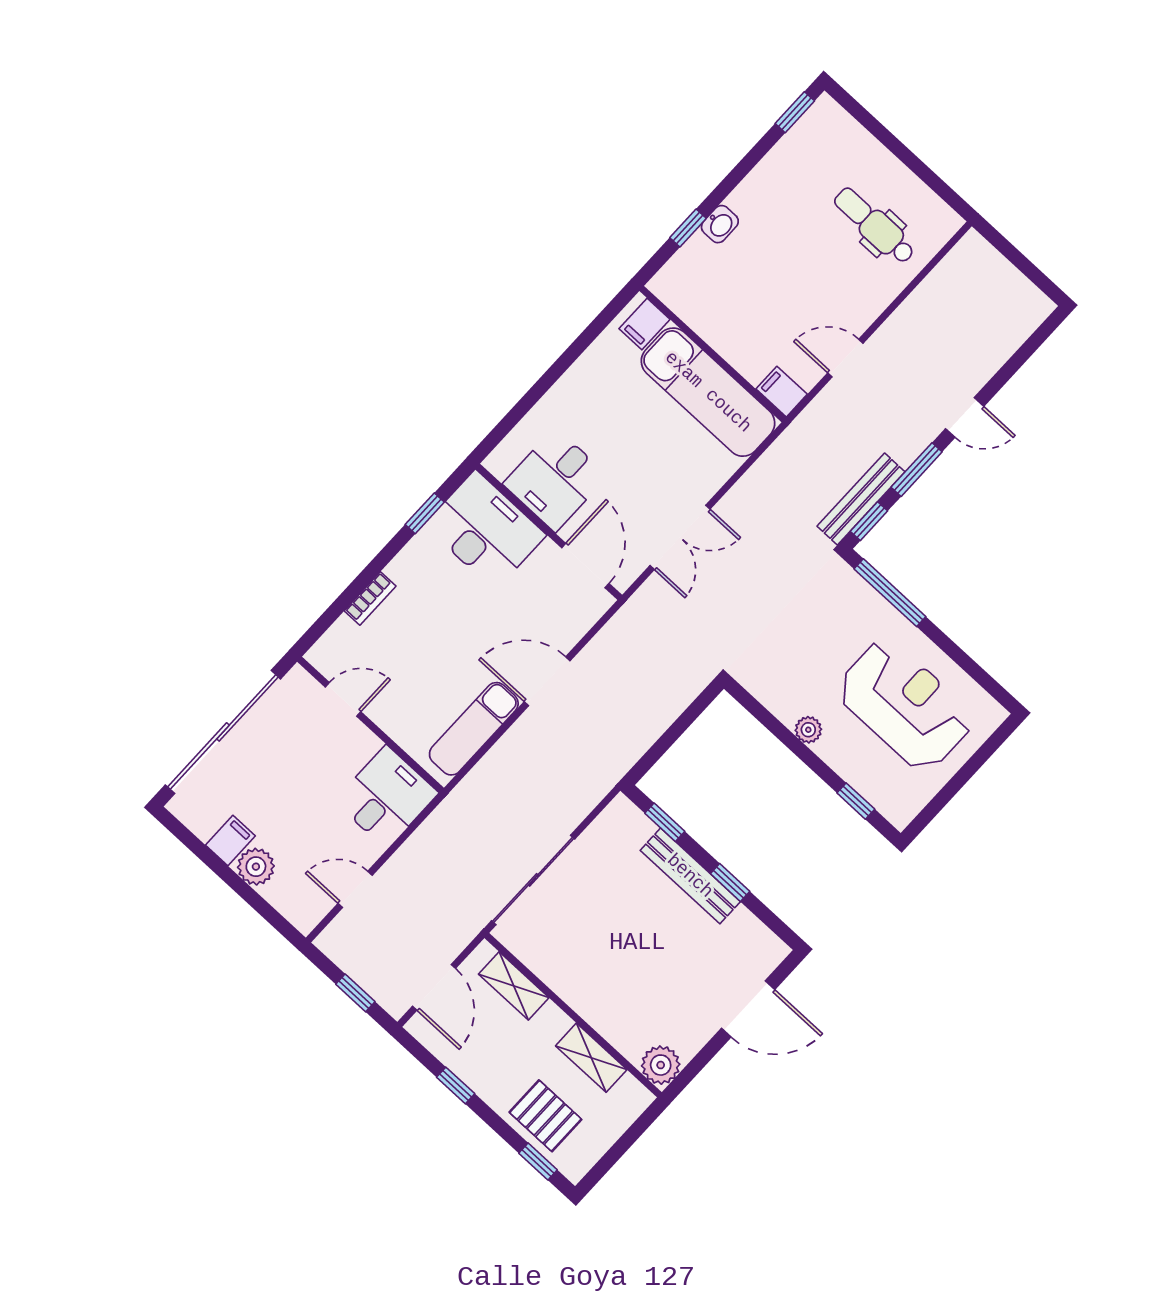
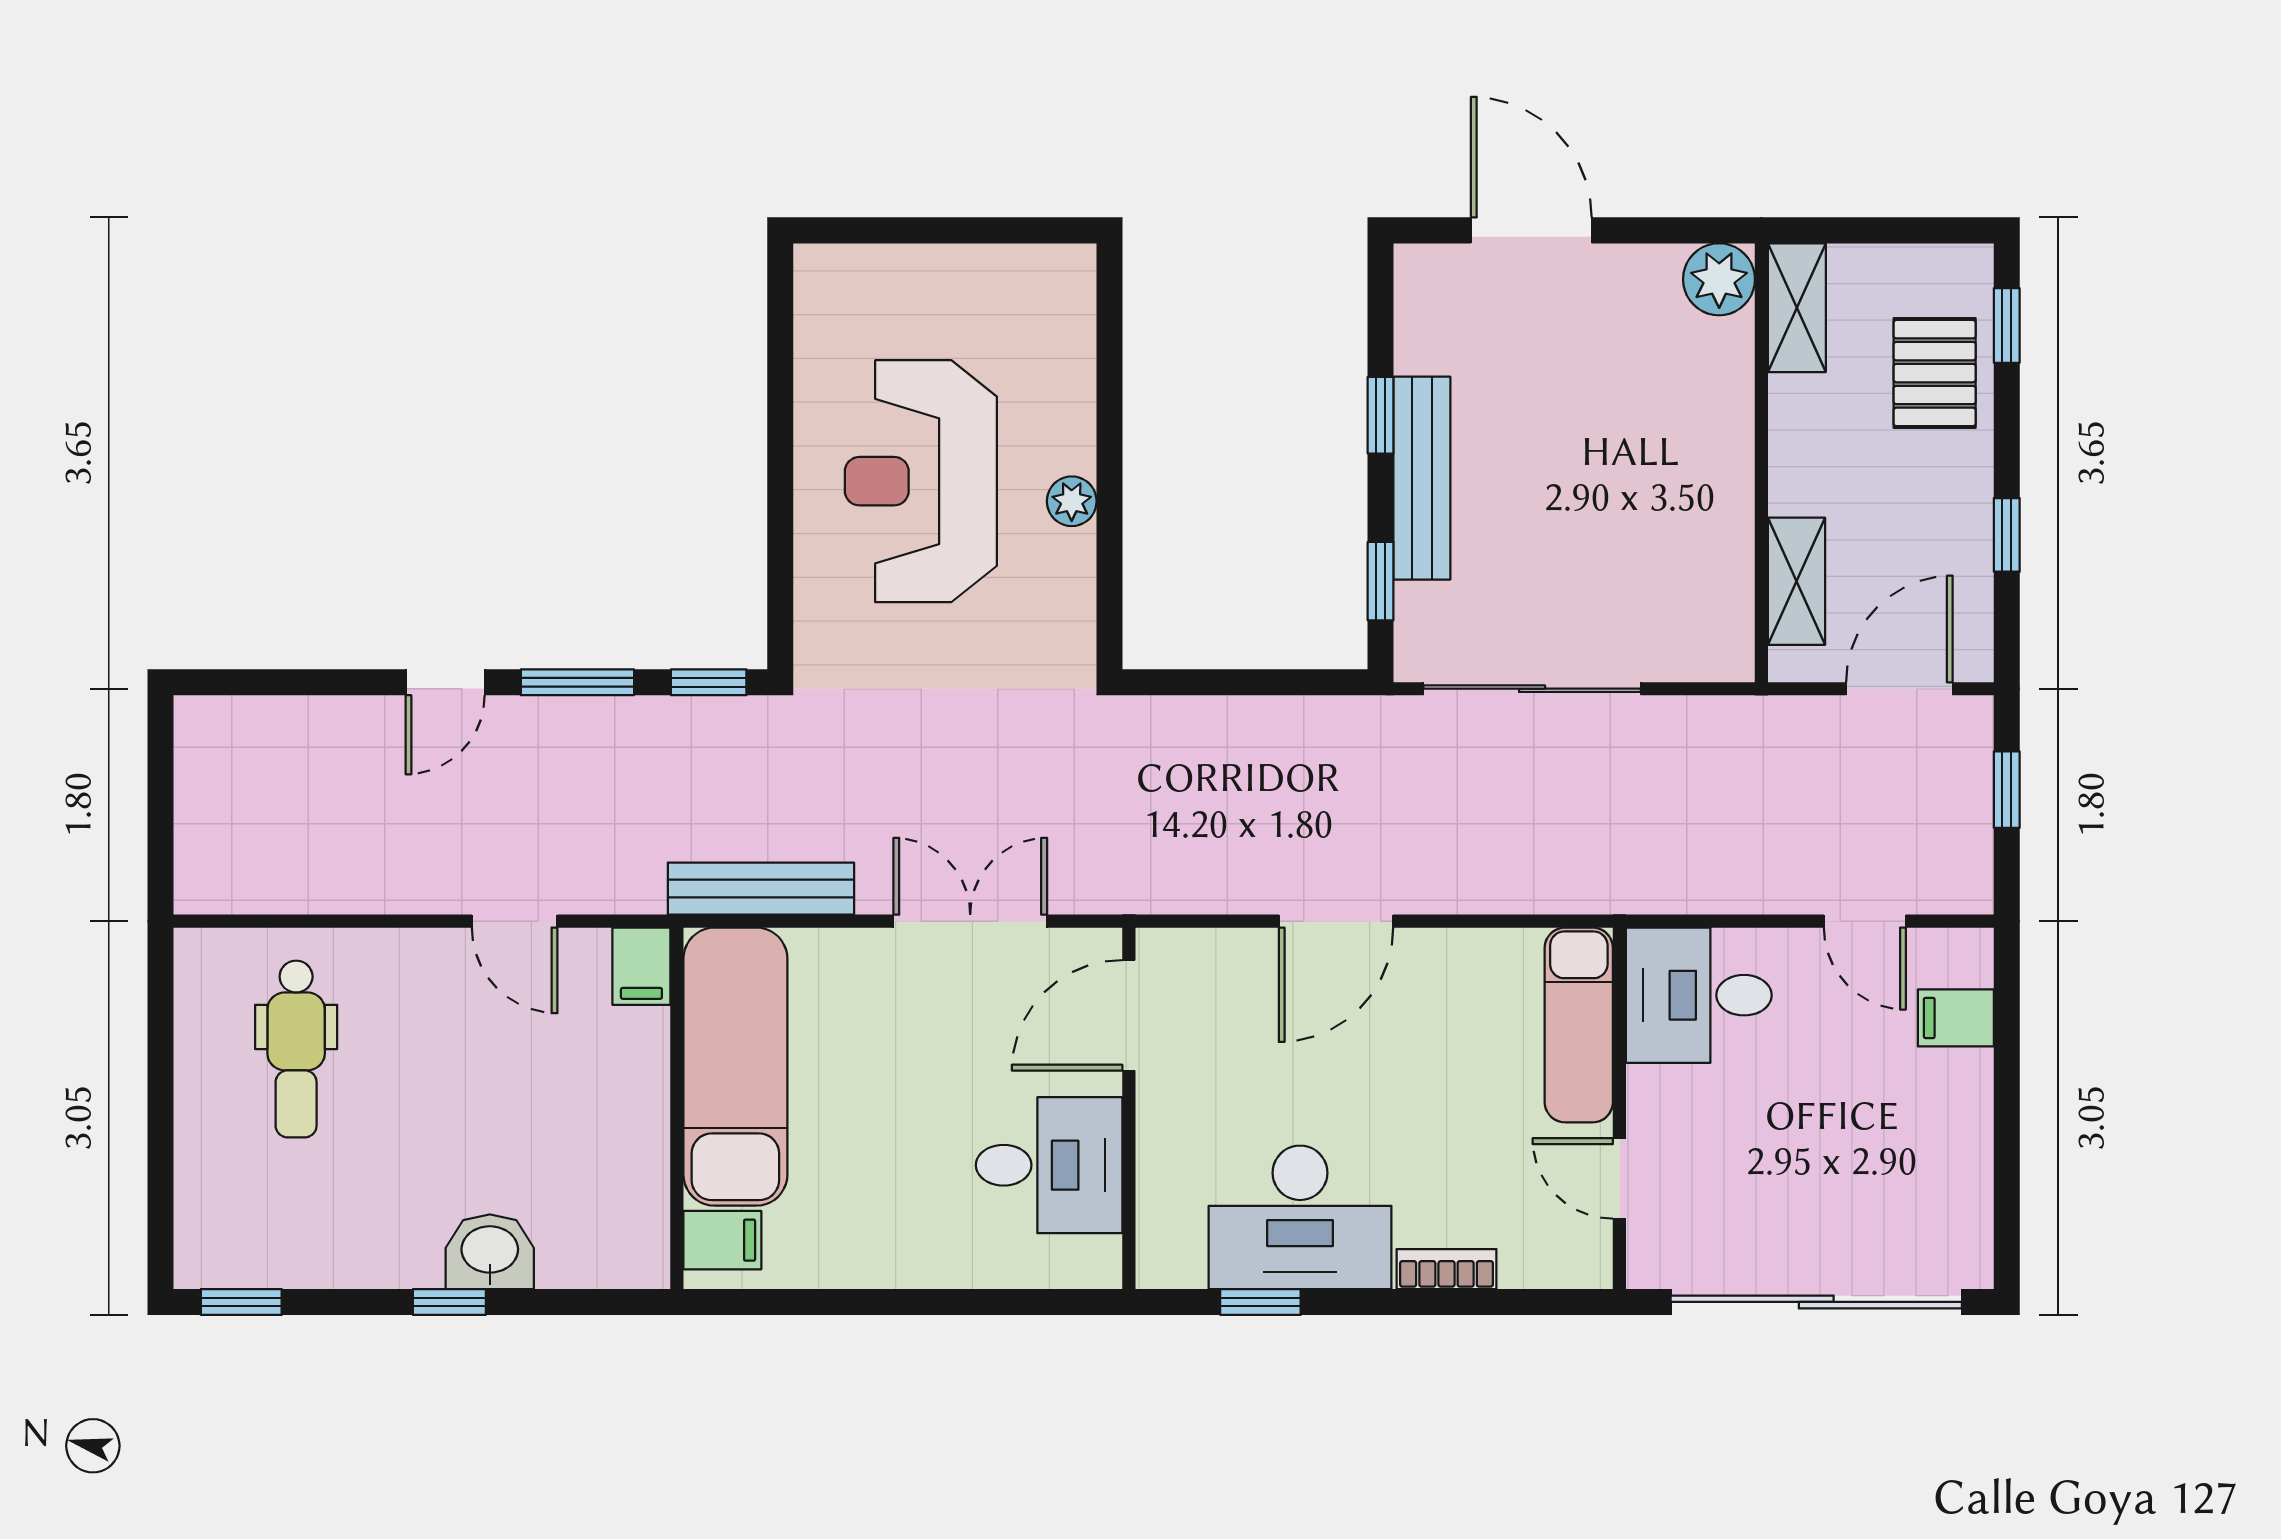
washbasin: (720, 224) -> (490, 1252), width x1.38, depth x1.45
window: (688, 228) -> (449, 1302), moved
door: (965, 417) -> (445, 682), swing flipped
bench: (861, 499) -> (761, 889), moved
desk: (485, 530) -> (1300, 1217), moved, turned -90
window: (890, 593) -> (780, 563), removed
door: (547, 681) -> (1336, 921), hinge flipped
reception desk: (905, 705) -> (921, 481), moved
exam couch: (474, 729) -> (1579, 1025), moved, turned 90
window: (856, 801) -> (1109, 346), removed
filing cabinet: (230, 840) -> (1956, 1018), moved
plant: (256, 867) -> (1959, 1086), removed
sliding door: (533, 880) -> (1532, 689), moved
shelving: (591, 1058) -> (1797, 308), moved

